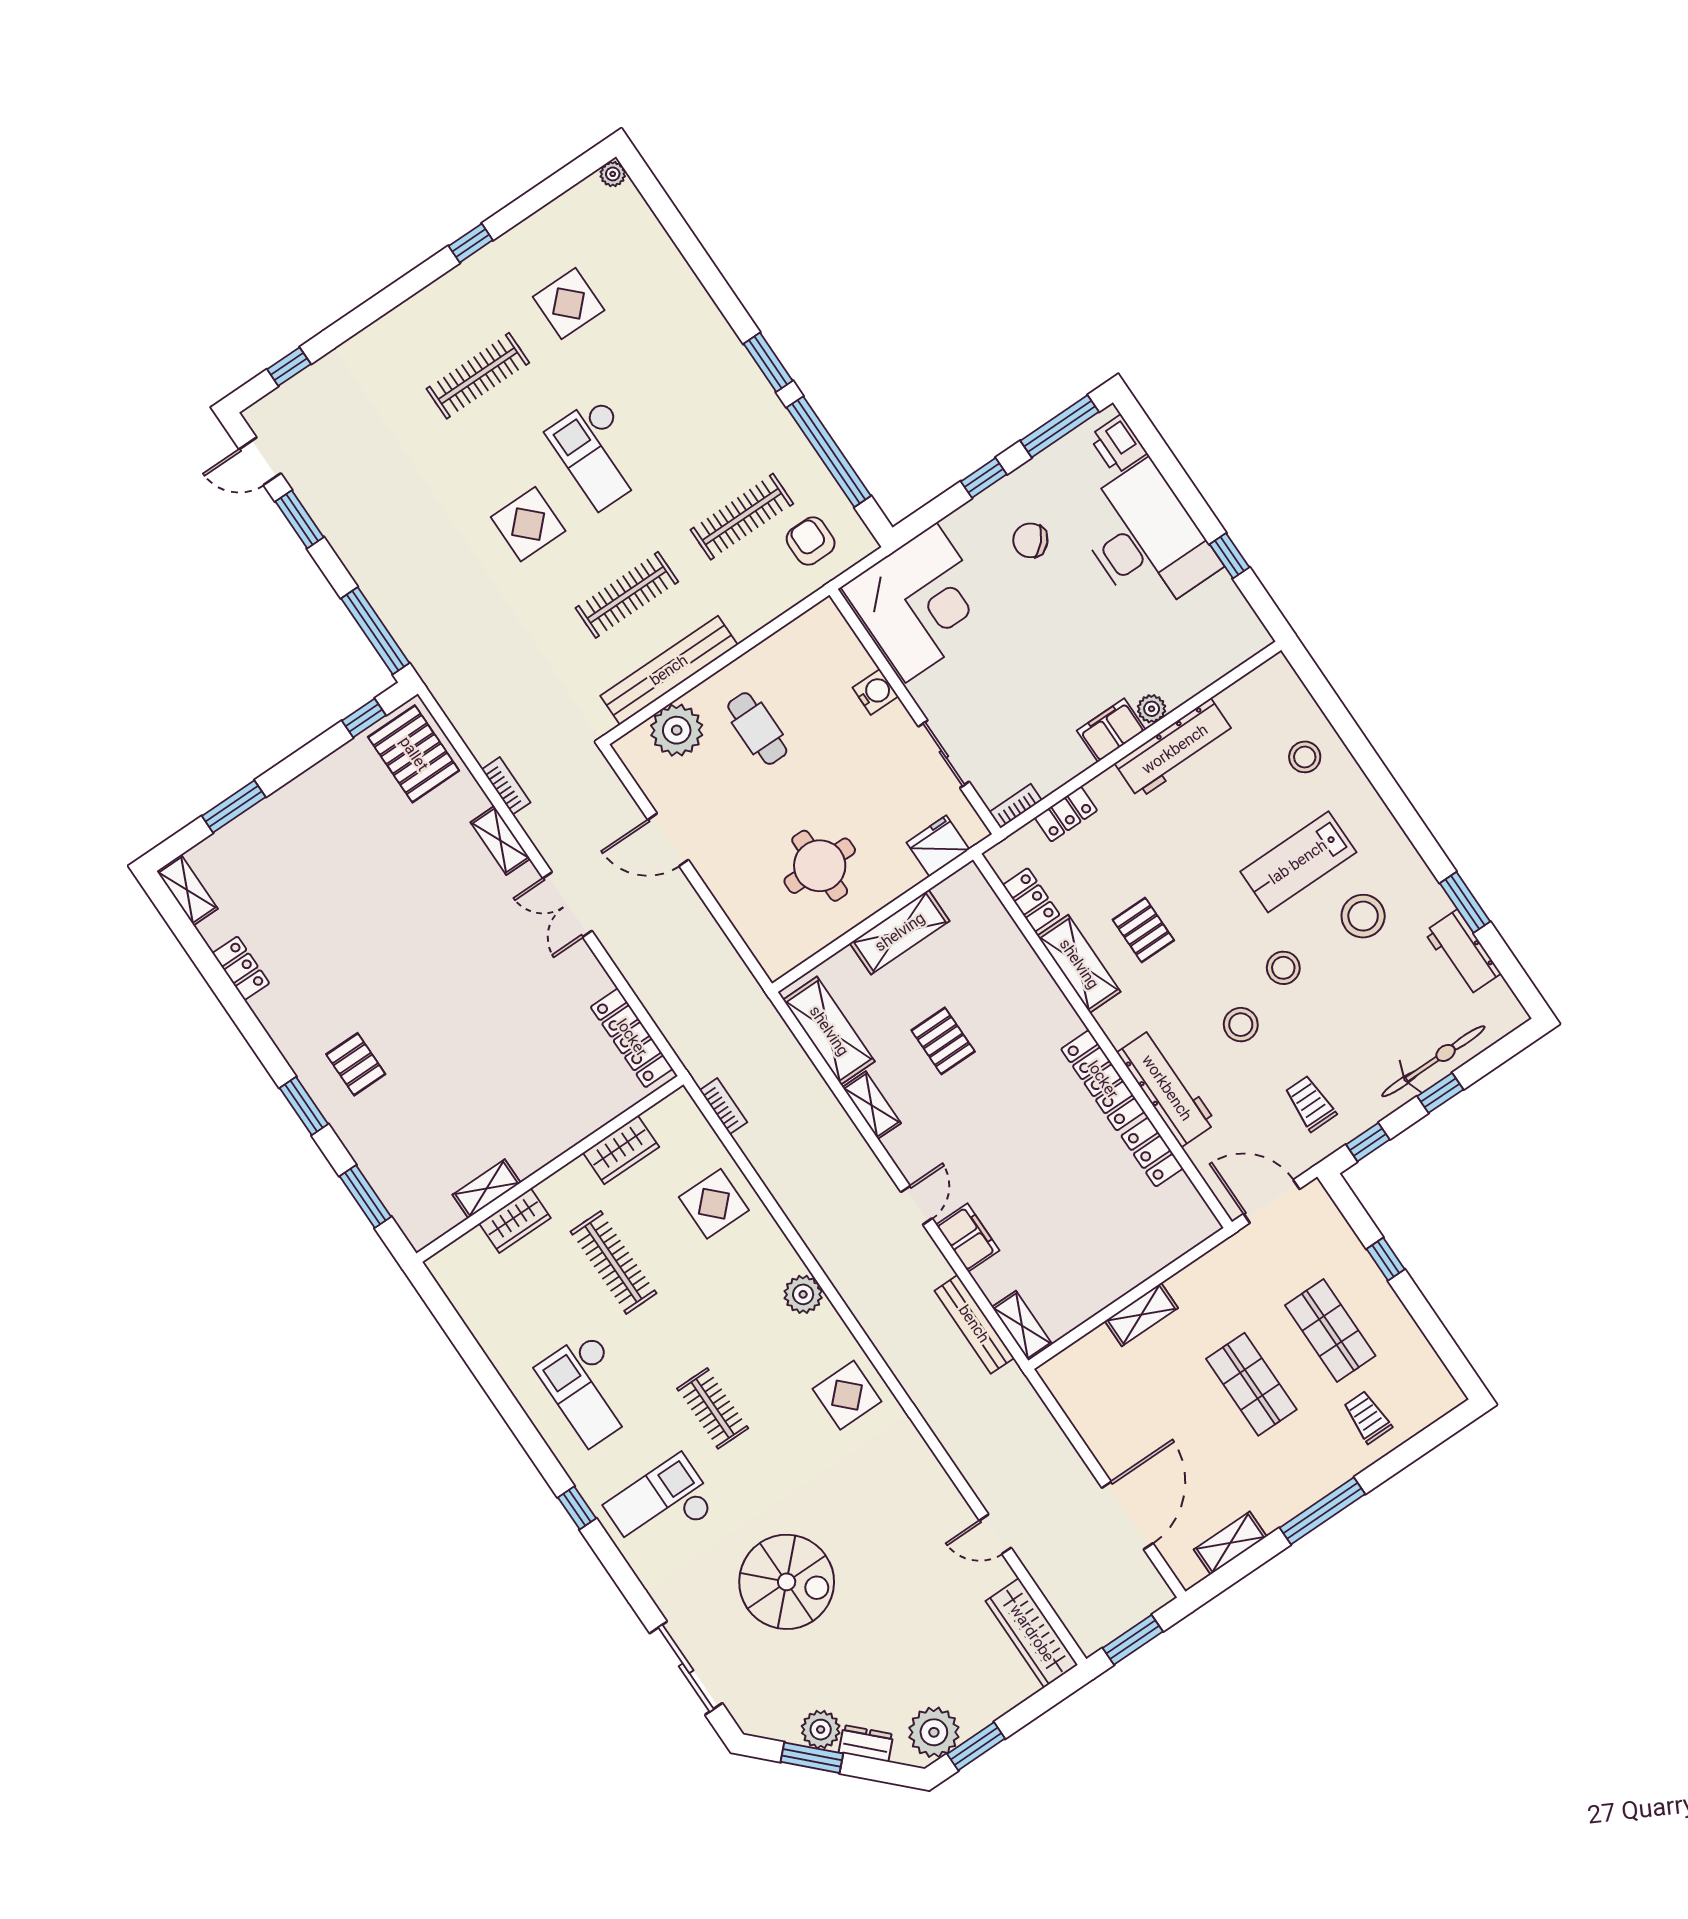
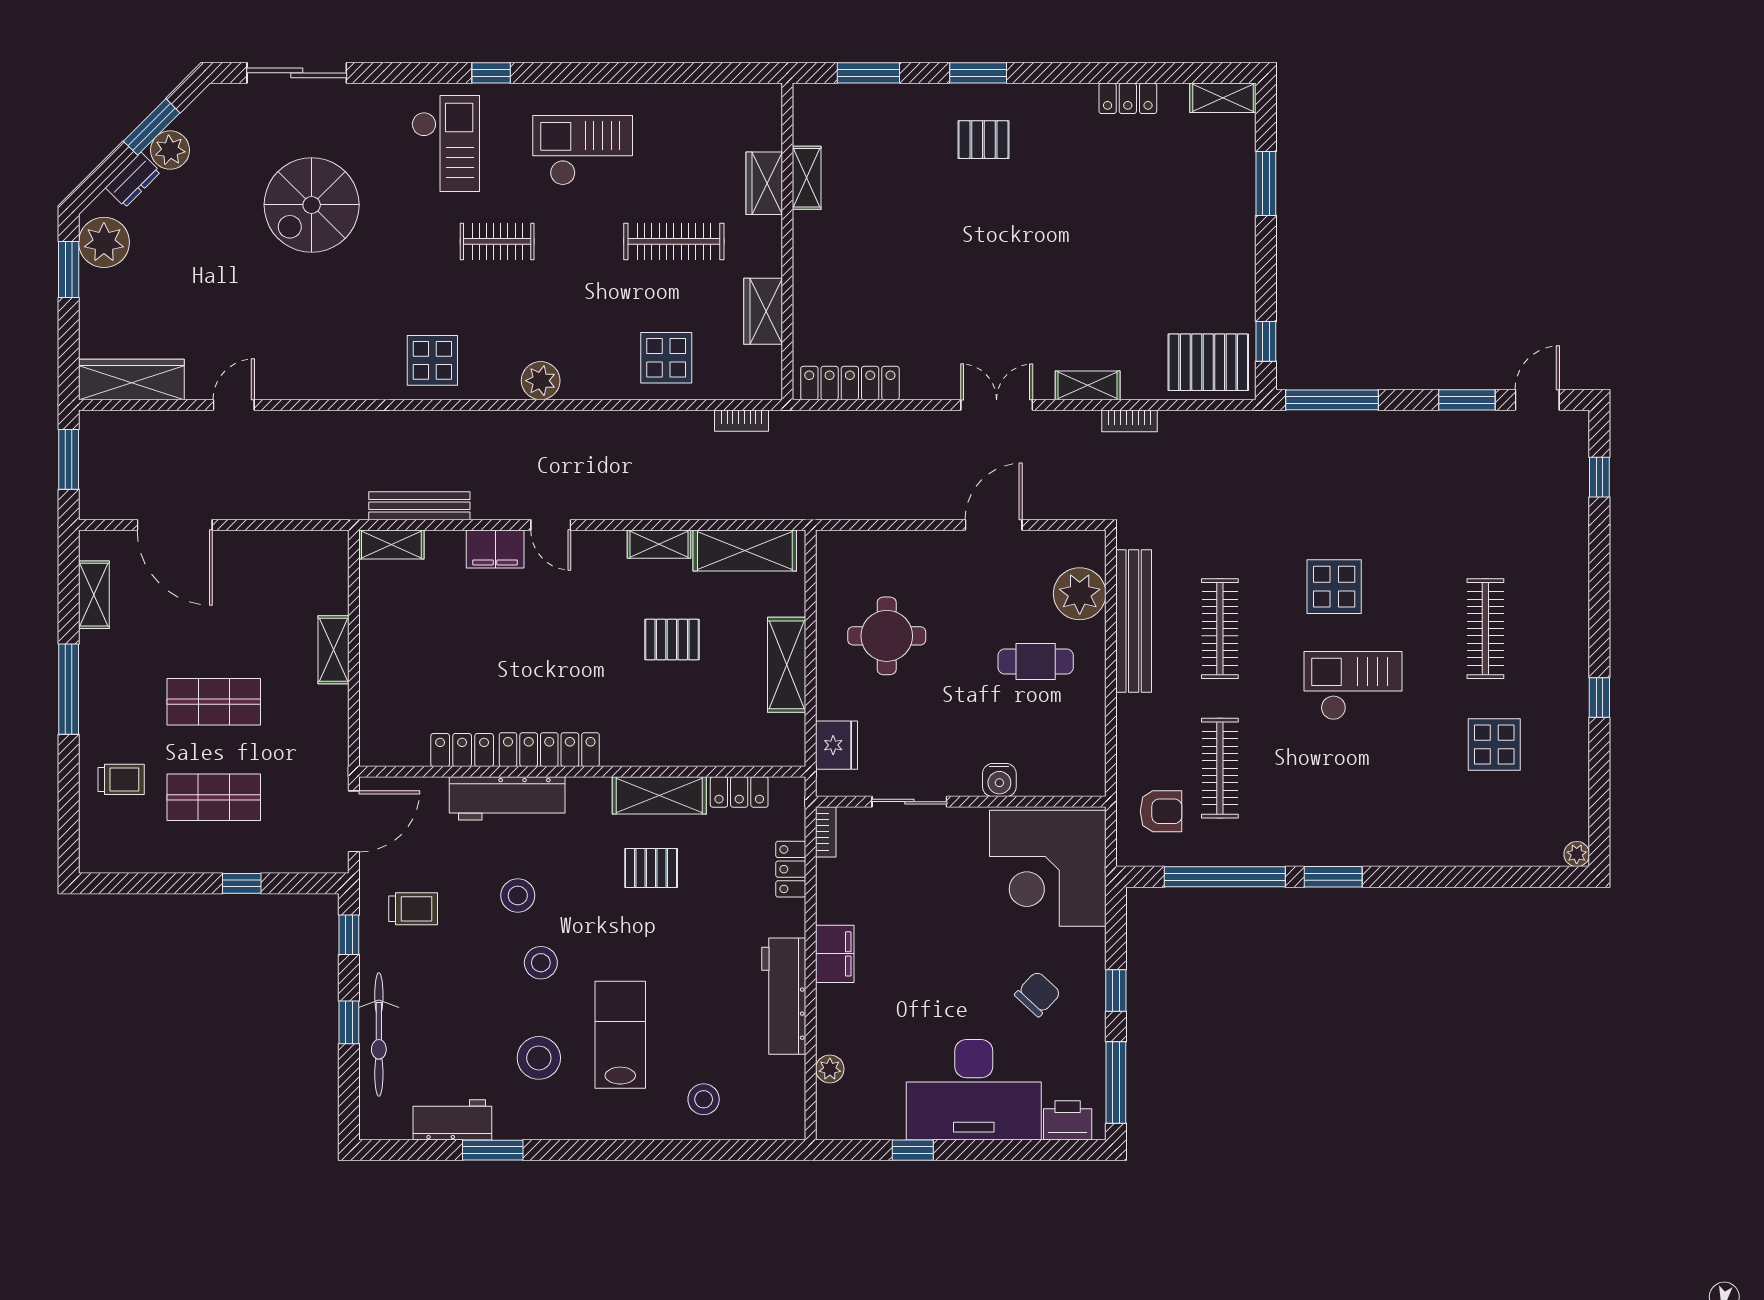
plant: (1152, 709) -> (830, 1069), moved

